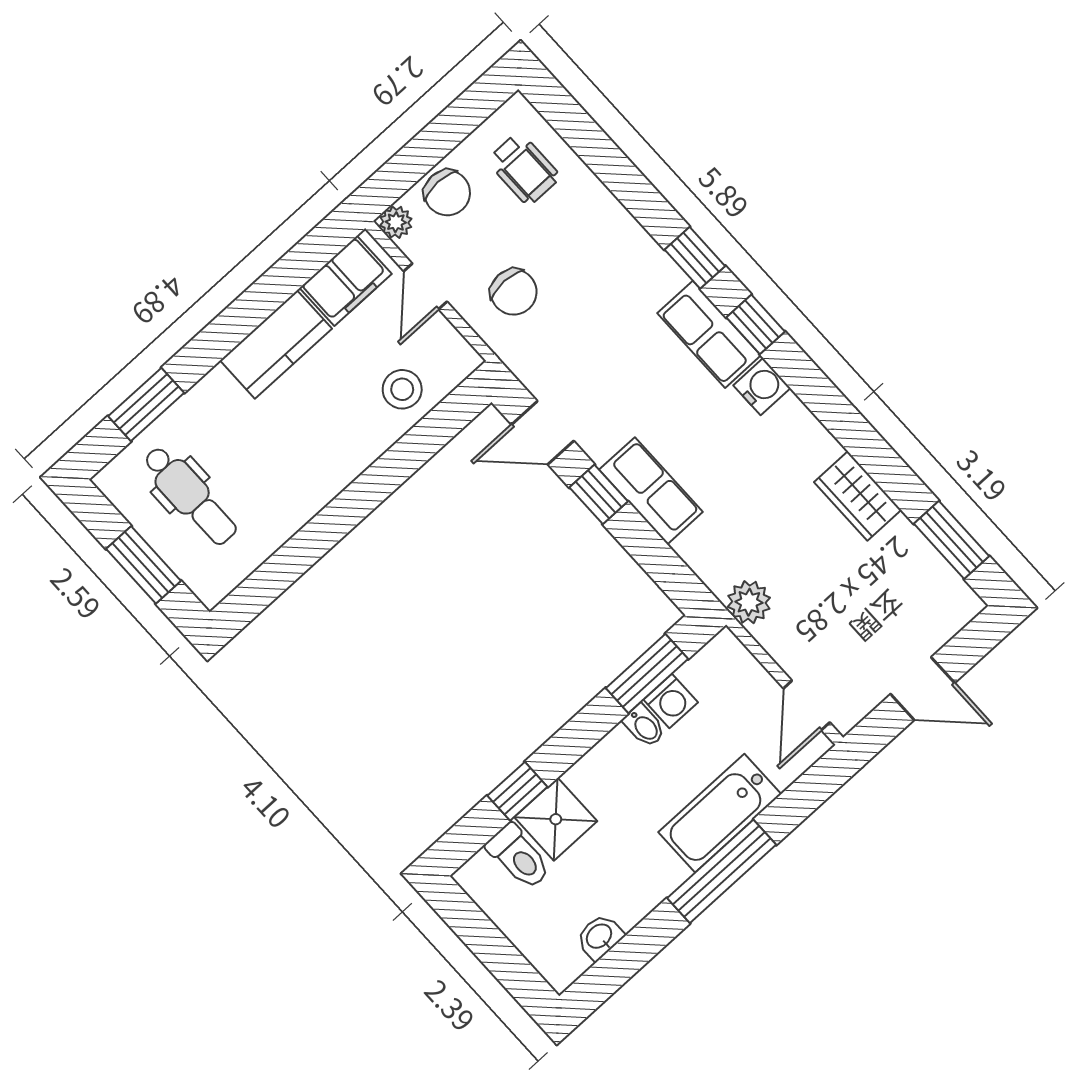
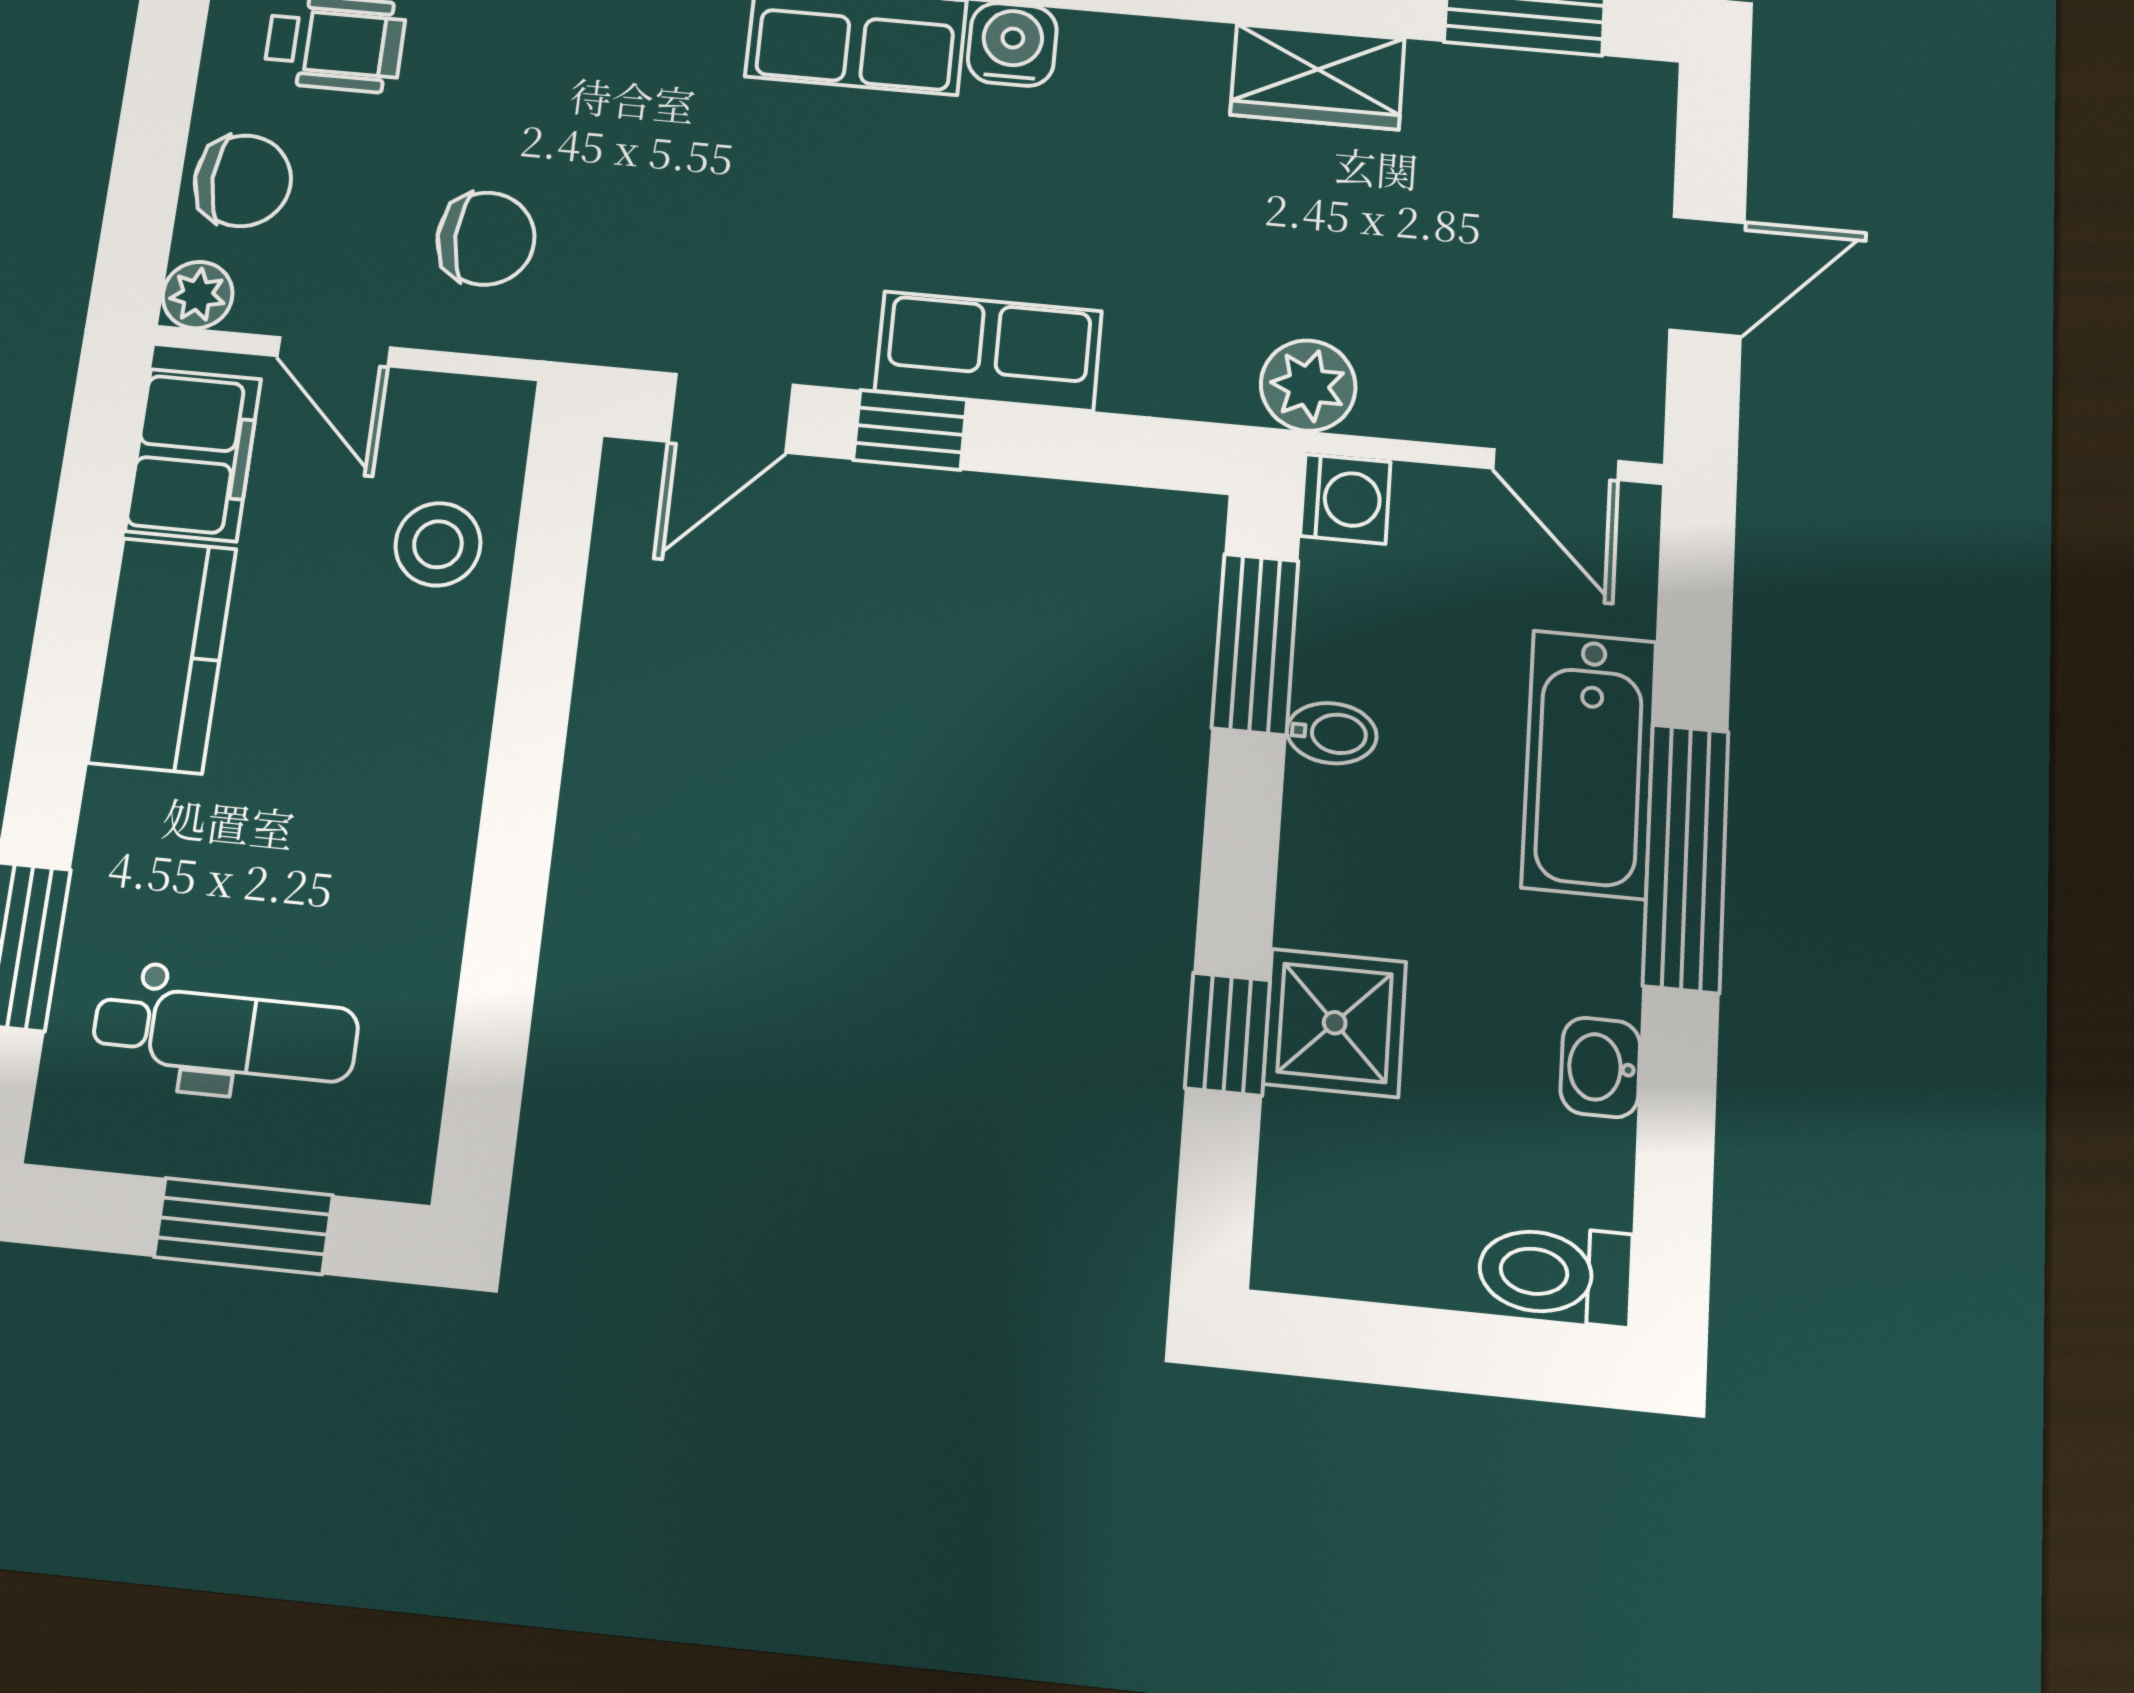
washing machine: (671, 701) -> (1345, 499), moved
toilet: (519, 857) -> (1555, 1273), moved, turned 180
washbasin: (600, 937) -> (1600, 1067), moved

